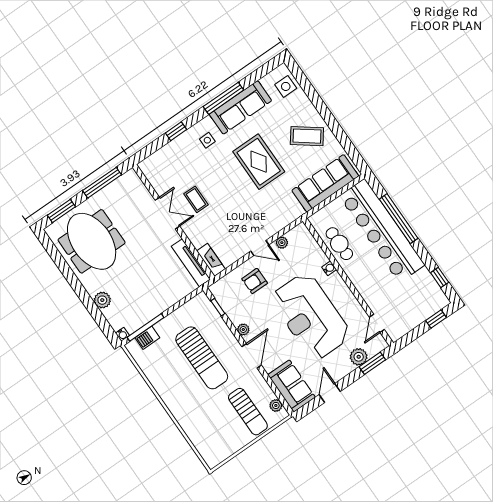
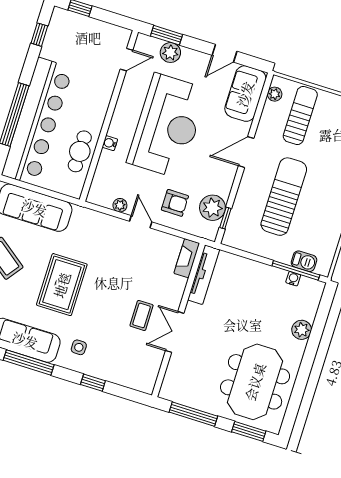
plant: (243, 330) -> (212, 208), moved, width x1.88, depth x1.88
water cooler: (122, 334) -> (293, 279), moved

